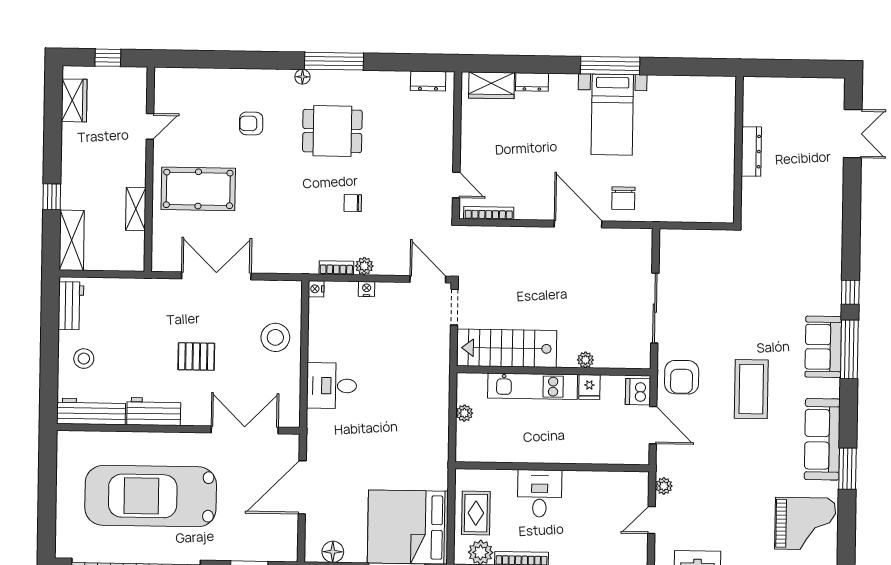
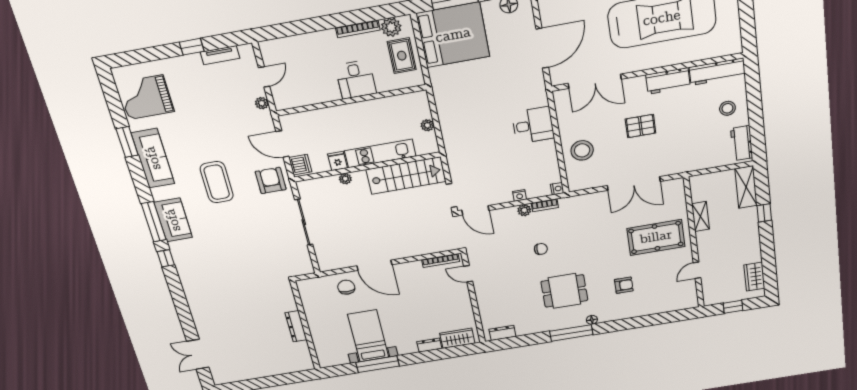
wall: (738, 150) -> (305, 326), moved
dresser: (751, 151) -> (296, 326), moved

